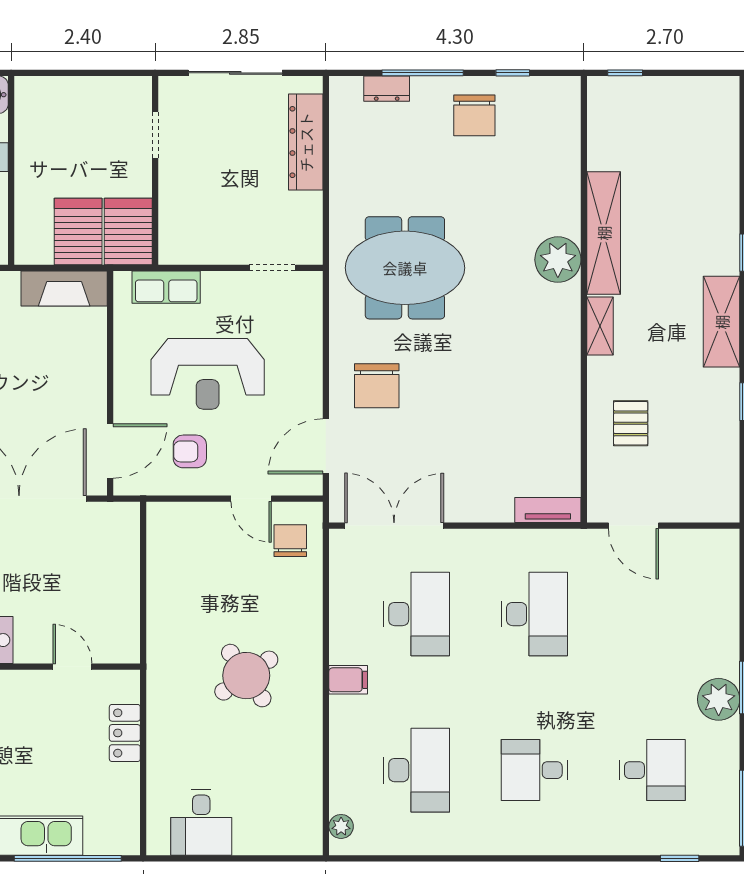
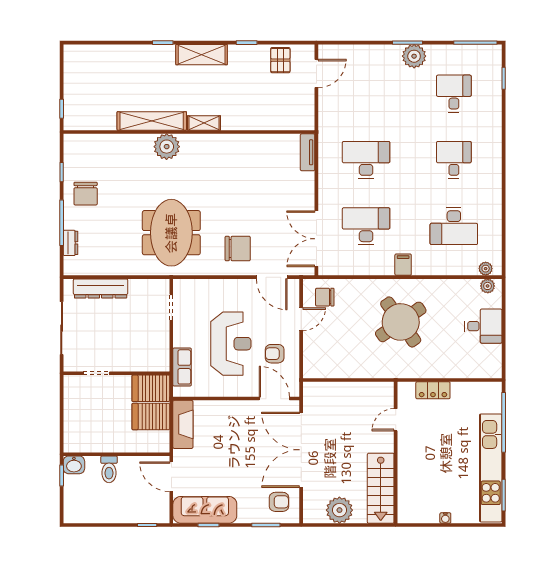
chair: (474, 115) -> (86, 194), turned 90
pallet: (631, 423) -> (280, 60), moved, turned 90
armchair: (190, 451) -> (275, 354), turned 90
door: (633, 526) -> (316, 73), moved
round table: (246, 676) -> (401, 322), width x1.36, depth x1.36
desk: (416, 770) -> (454, 226), turned 180
desk: (534, 770) -> (454, 160), turned 180
desk: (201, 823) -> (483, 326), moved
plant: (310, 830) -> (488, 286), added

